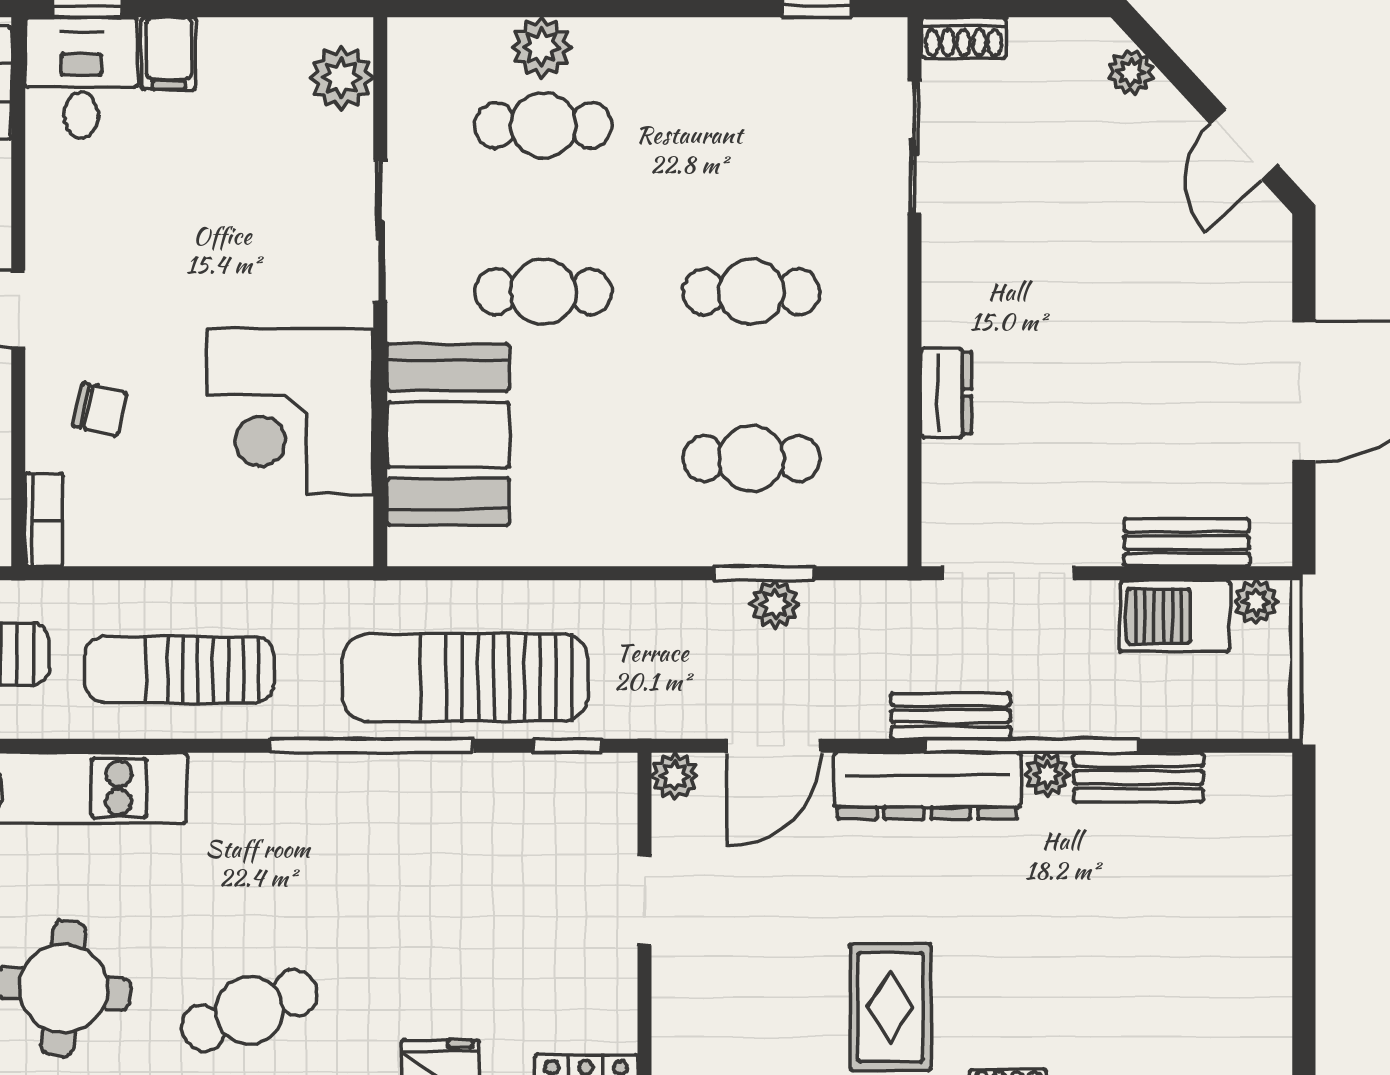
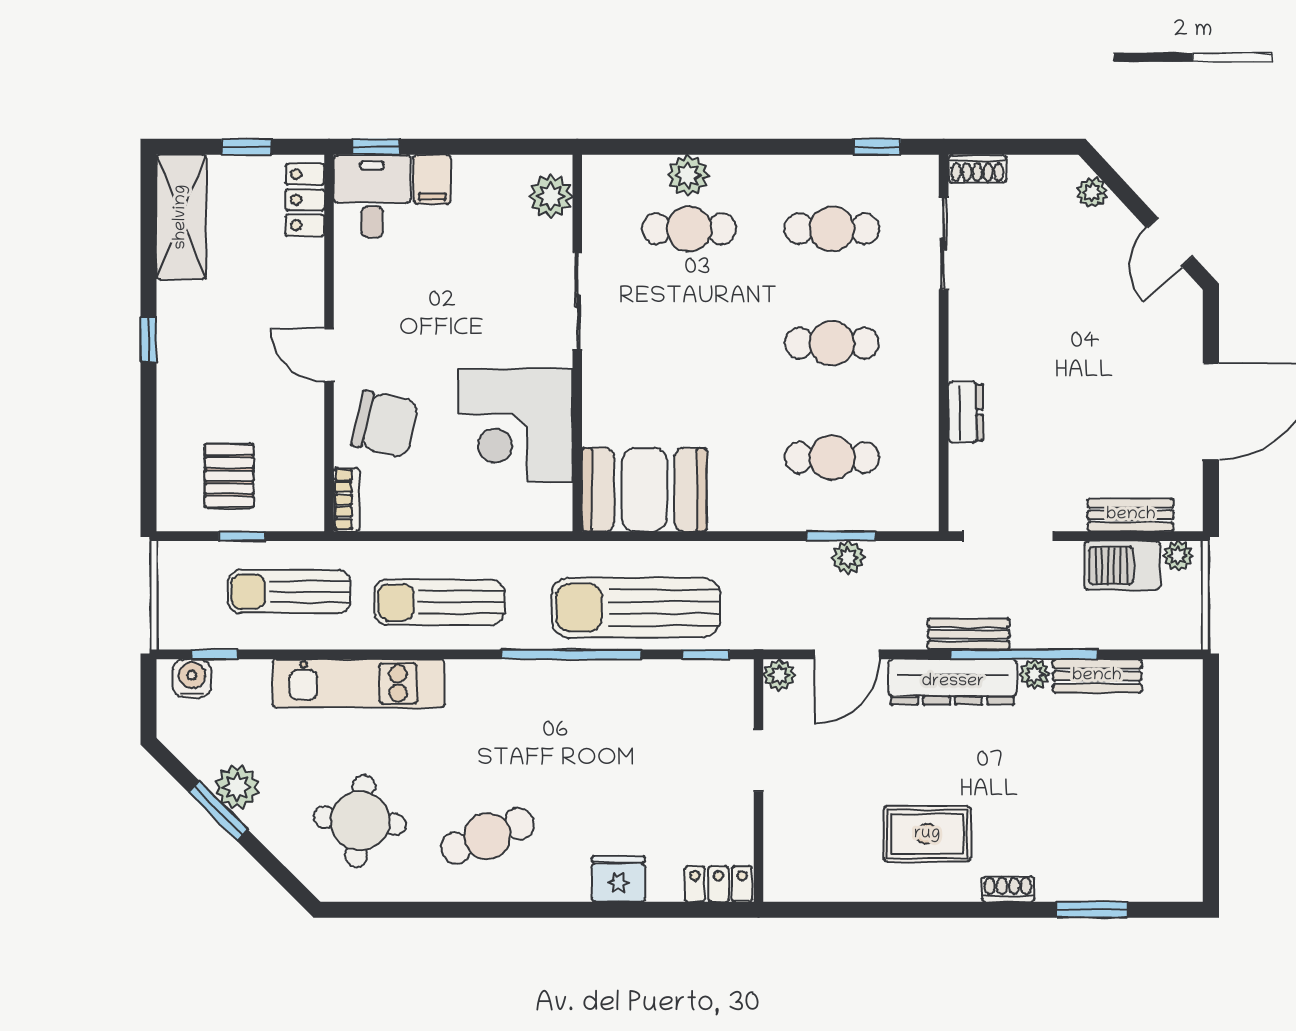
cafe table: (543, 292) -> (832, 229), moved
chair: (100, 410) -> (385, 424), width x1.87, depth x1.87
booth: (448, 435) -> (644, 490), moved, turned 90
rug: (890, 1007) -> (927, 834), turned 90

